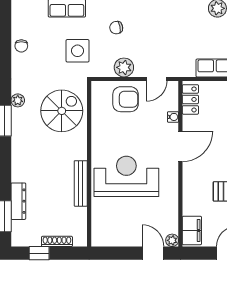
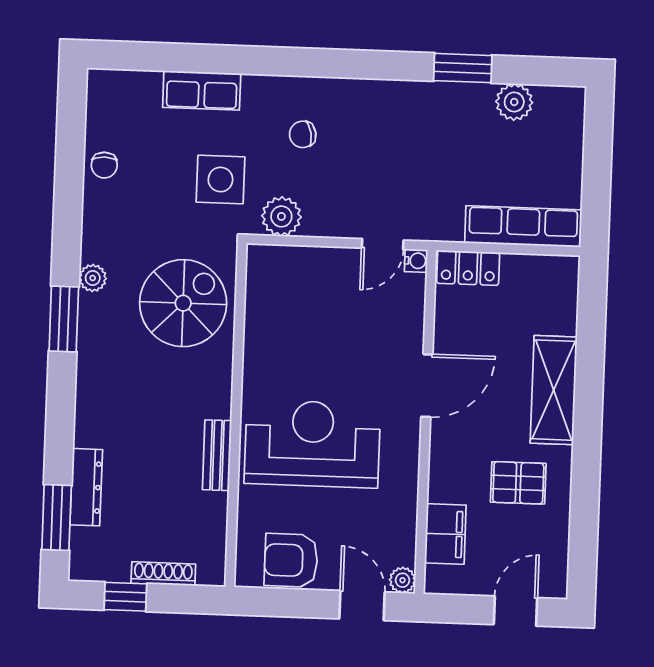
plant: (124, 67) -> (281, 216), moved
armchair: (126, 99) -> (291, 560), moved, turned 180
locker: (190, 99) -> (468, 268), moved, turned 90
water cooler: (173, 117) -> (416, 261), moved
bench: (81, 183) -> (217, 455), width x0.73
filing cabinet: (192, 230) -> (445, 534), moved

